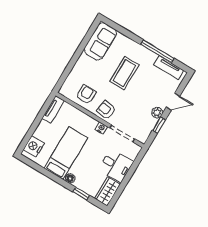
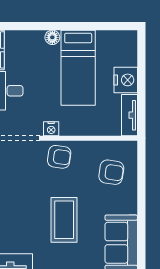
armchair: (86, 94) -> (111, 172), moved, turned -81
nightstand: (34, 146) -> (126, 80), moved
window: (81, 194) -> (26, 26), removed

